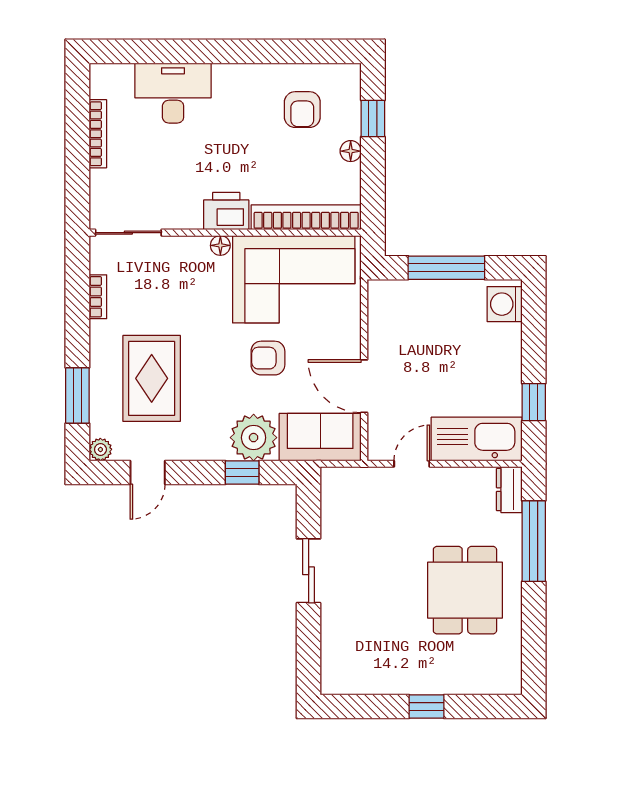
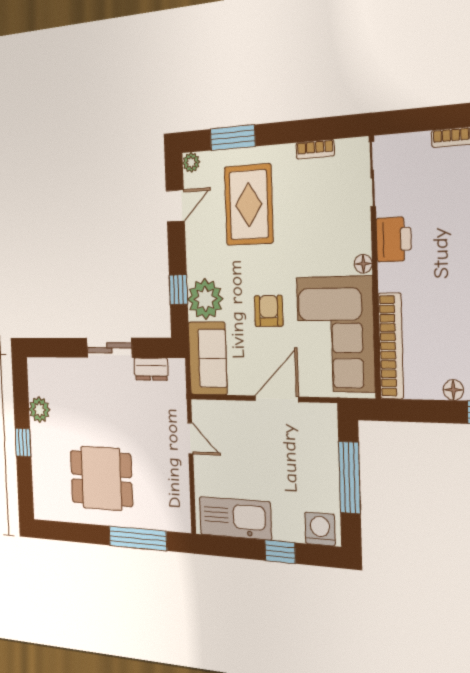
printer: (226, 211) -> (394, 239), moved
rug: (152, 378) -> (249, 205), turned 90
door: (364, 386) -> (277, 399), moved
window: (534, 402) -> (280, 552), moved
kitchen sink: (477, 439) -> (235, 518), moved, turned -90
door: (148, 473) -> (175, 206), swing flipped
dresser: (509, 490) -> (151, 369), moved, turned 180
plant: (385, 679) -> (39, 410), added

